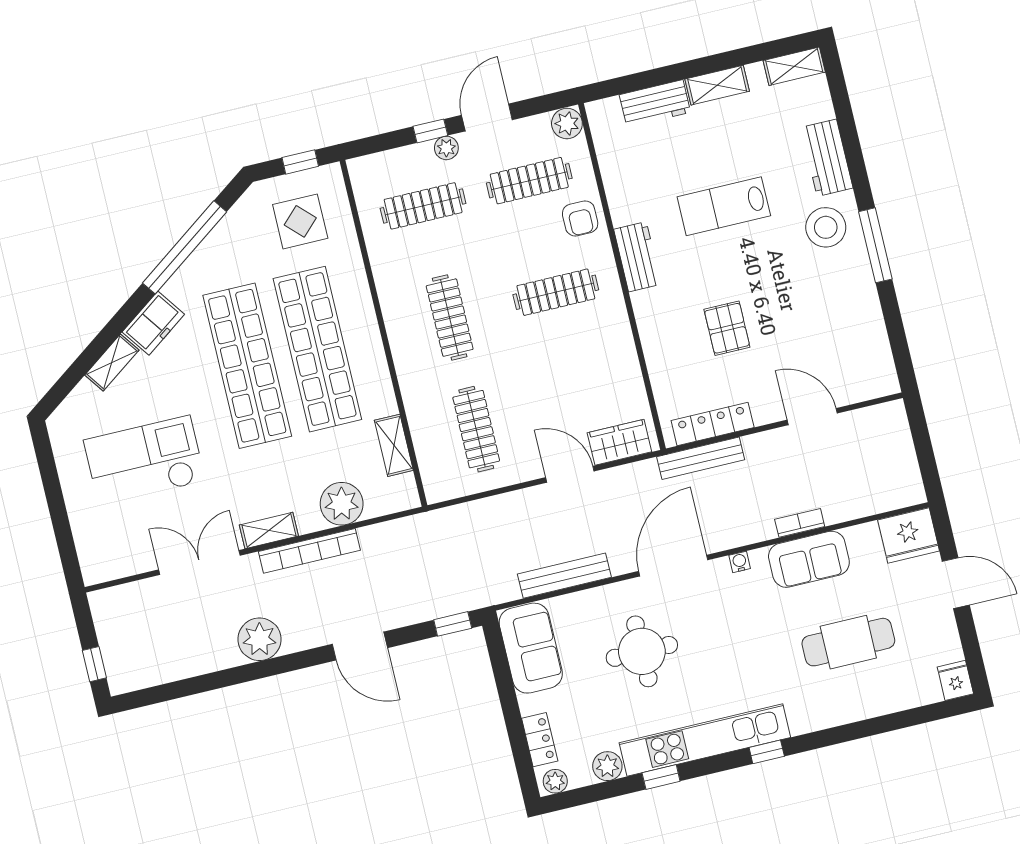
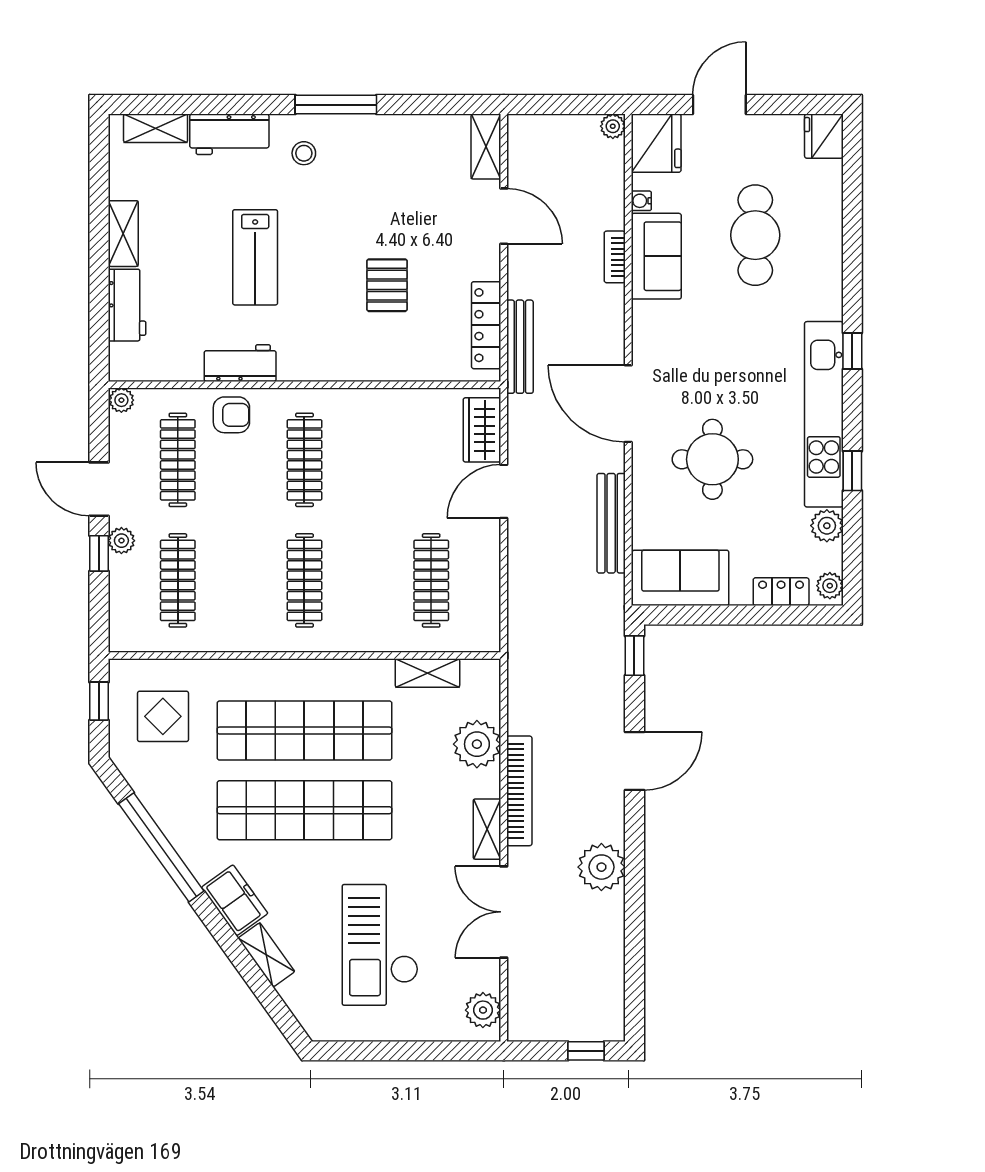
shelving: (794, 66) -> (156, 128), moved, turned 90
plant: (567, 123) -> (121, 400), width x0.73, depth x0.73
stool: (826, 227) -> (304, 153), width x0.53, depth x0.53
workbench: (637, 257) -> (240, 363), moved
clothes rail: (450, 318) -> (304, 580), turned 90
pallet: (727, 328) -> (387, 285), turned 90
shelving: (870, 386) -> (486, 147), added
door: (812, 417) -> (504, 216), swing flipped
clothes rail: (476, 429) -> (431, 580), turned 90
plant: (914, 494) -> (613, 126), added
water cooler: (740, 562) -> (641, 201), moved
plant: (109, 565) -> (483, 1010), added
fridge: (955, 680) -> (824, 136), width x1.38

